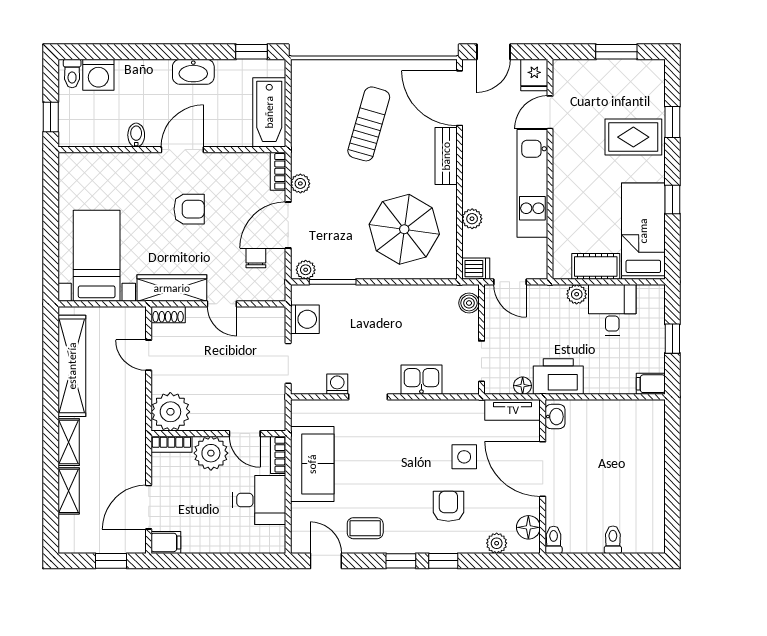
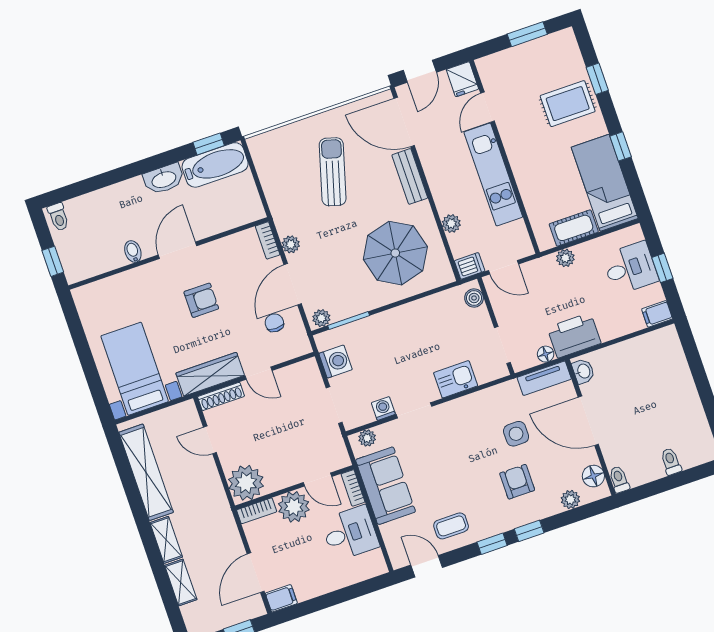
washing machine: (98, 75) -> (82, 210), removed
bathtub: (269, 112) -> (215, 165), moved, turned -90
desk: (612, 310) -> (630, 268), moved, turned 90
shoe rack: (168, 315) -> (221, 396), width x1.43
plant: (310, 409) -> (367, 438), added

